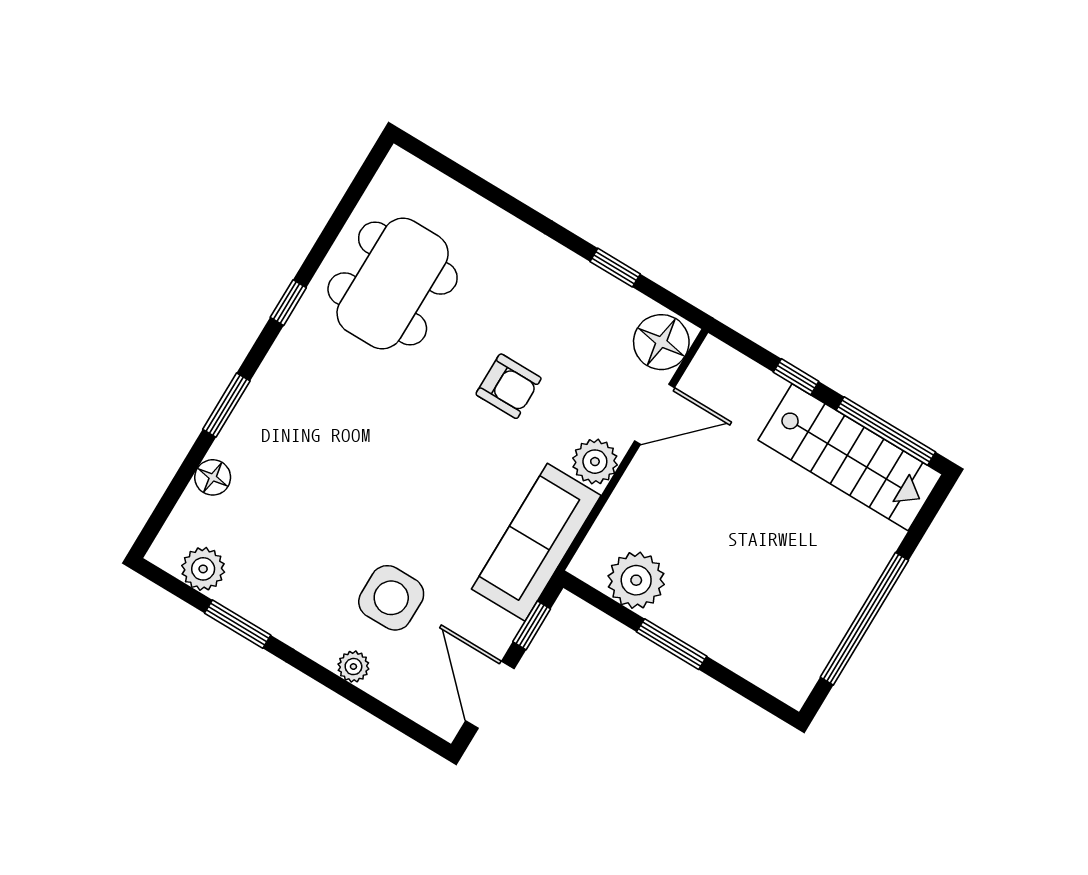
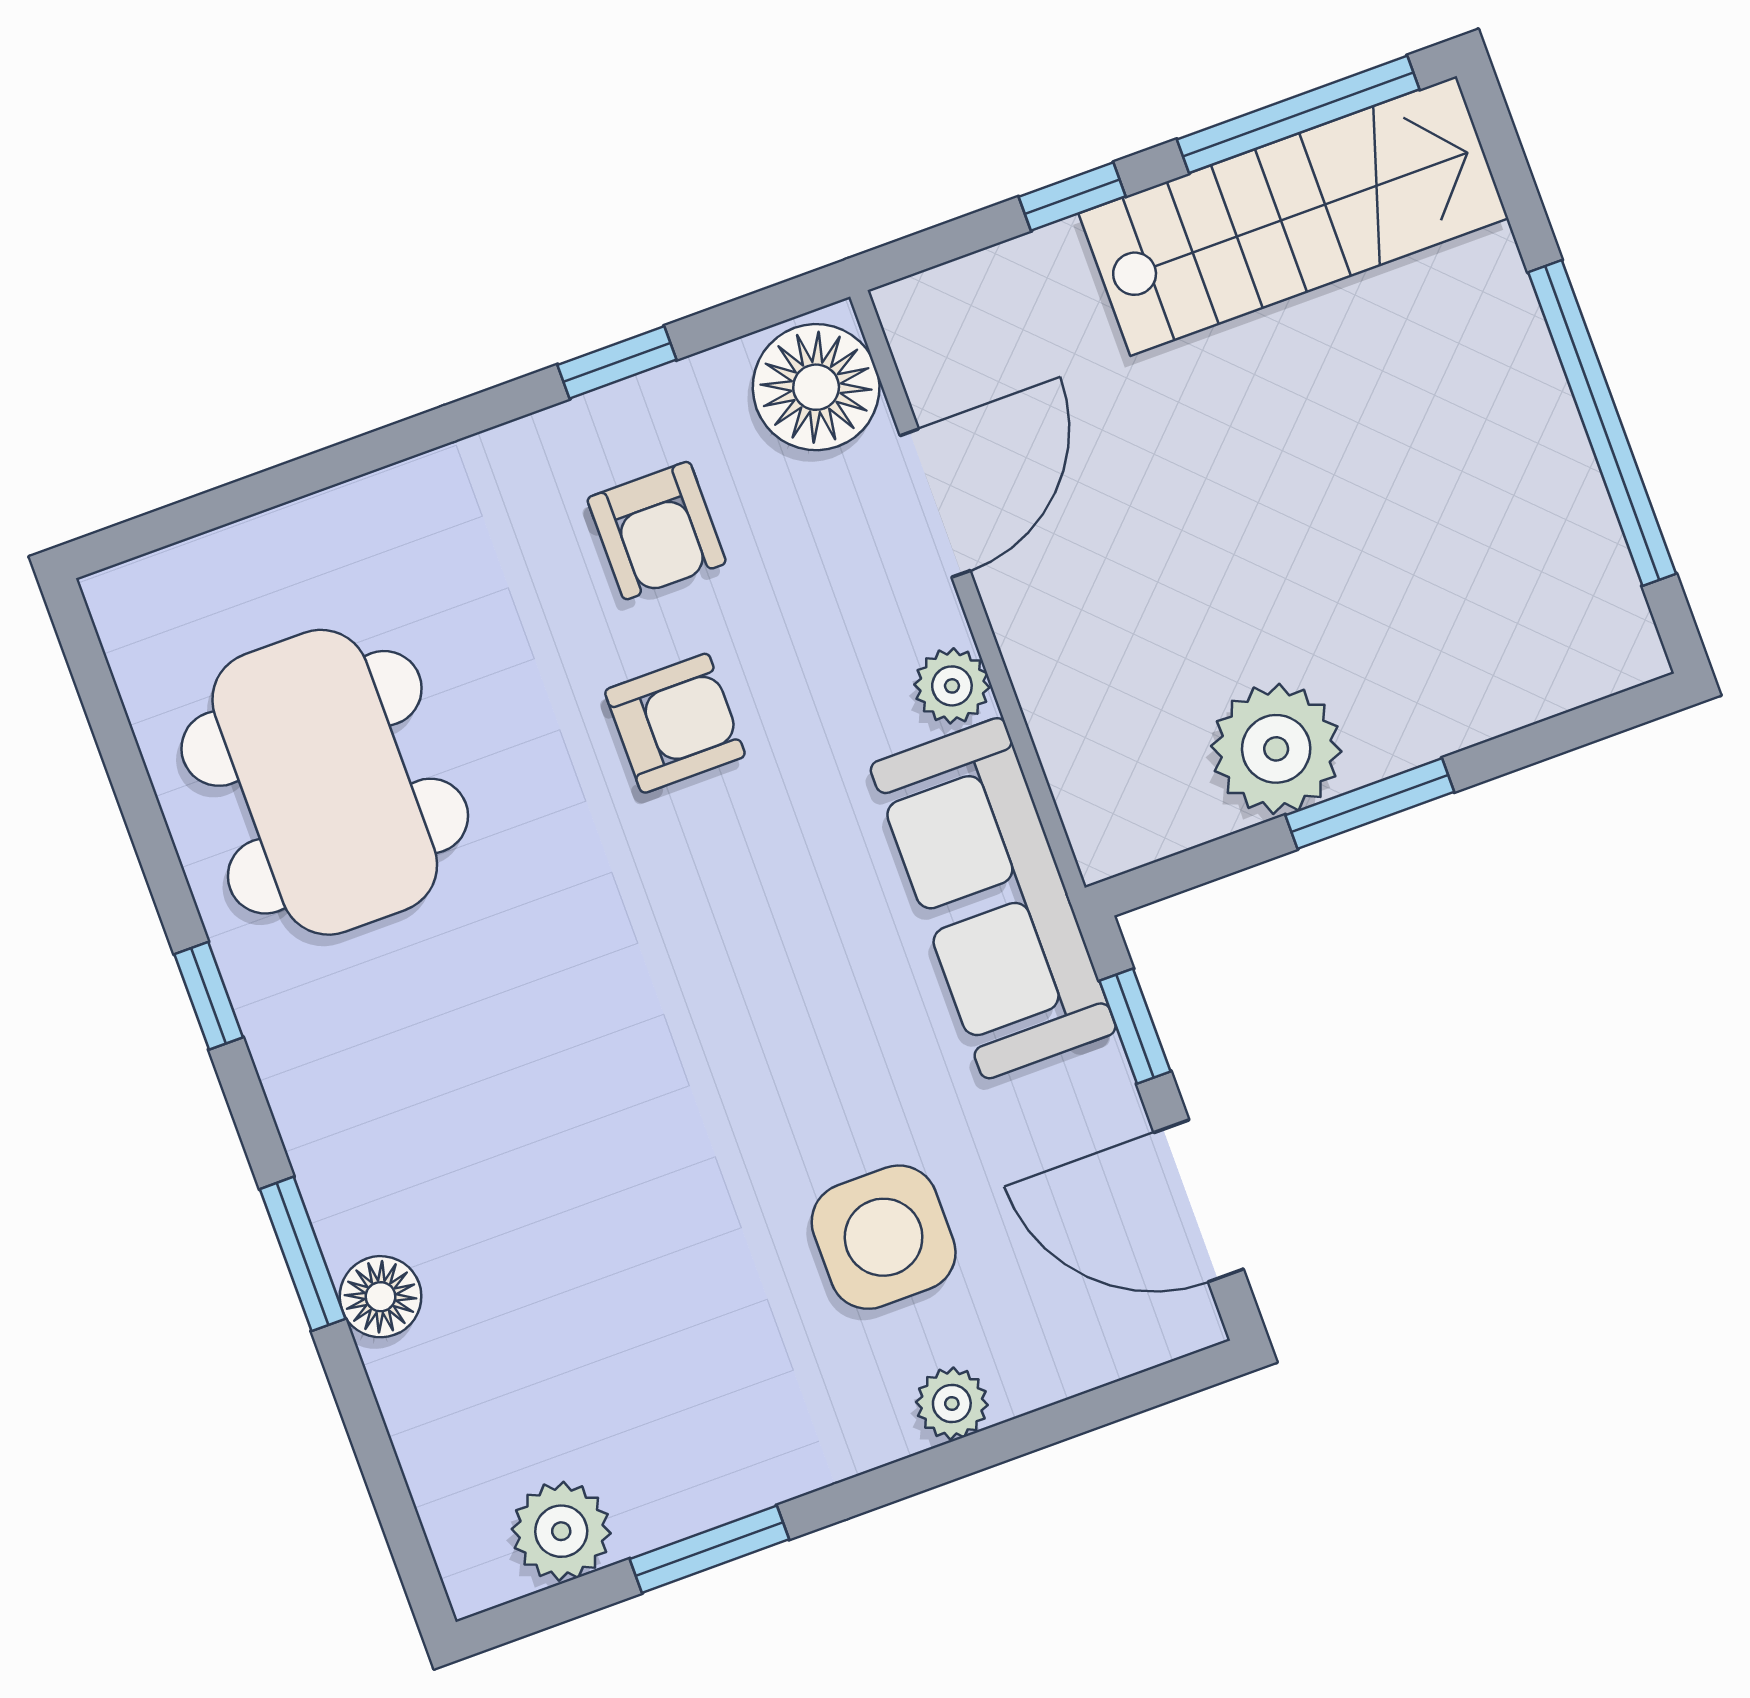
armchair: (569, 327) -> (657, 531), added
plant: (595, 462) -> (952, 686), width x0.73, depth x0.73
floor lamp: (213, 477) -> (381, 1297), moved
plant: (636, 580) -> (1276, 749), moved

